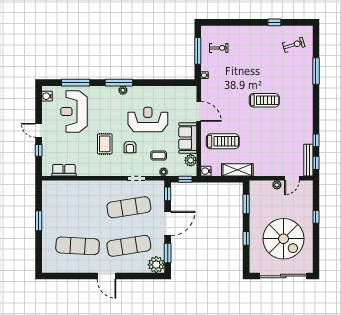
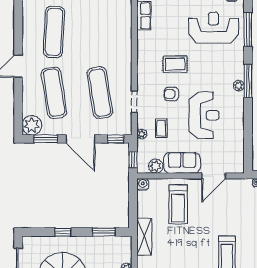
shelving: (237, 170) -> (144, 237), moved

